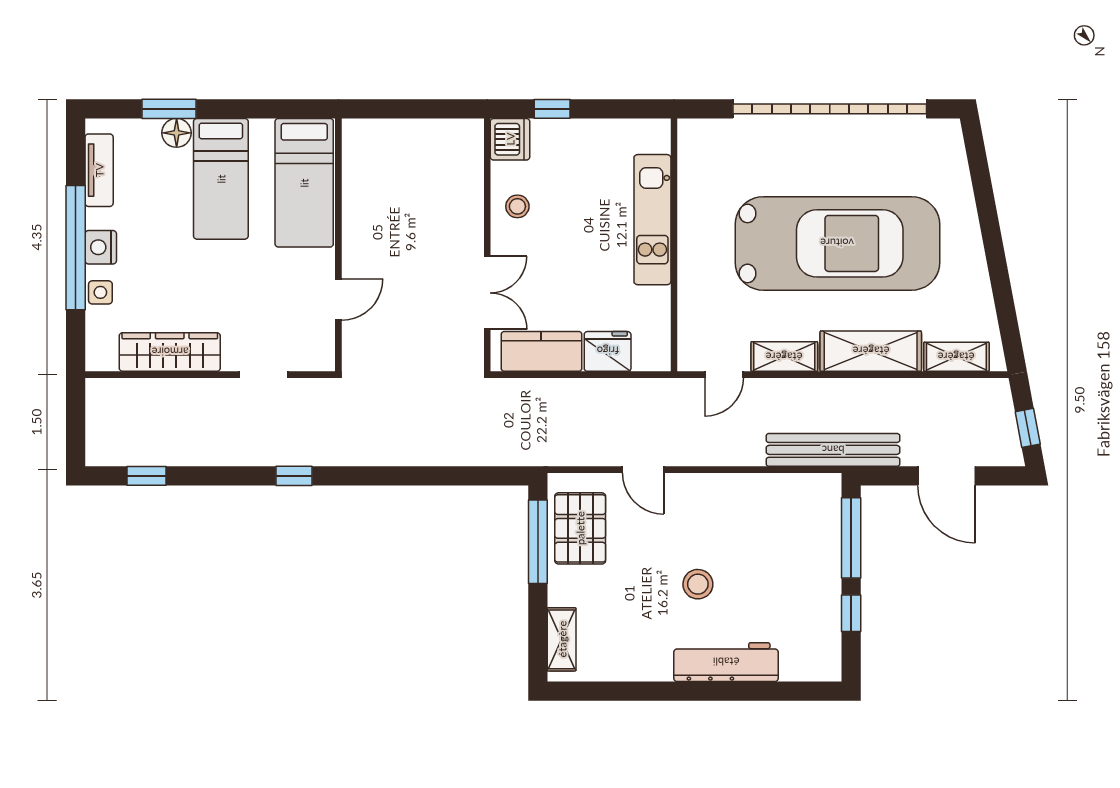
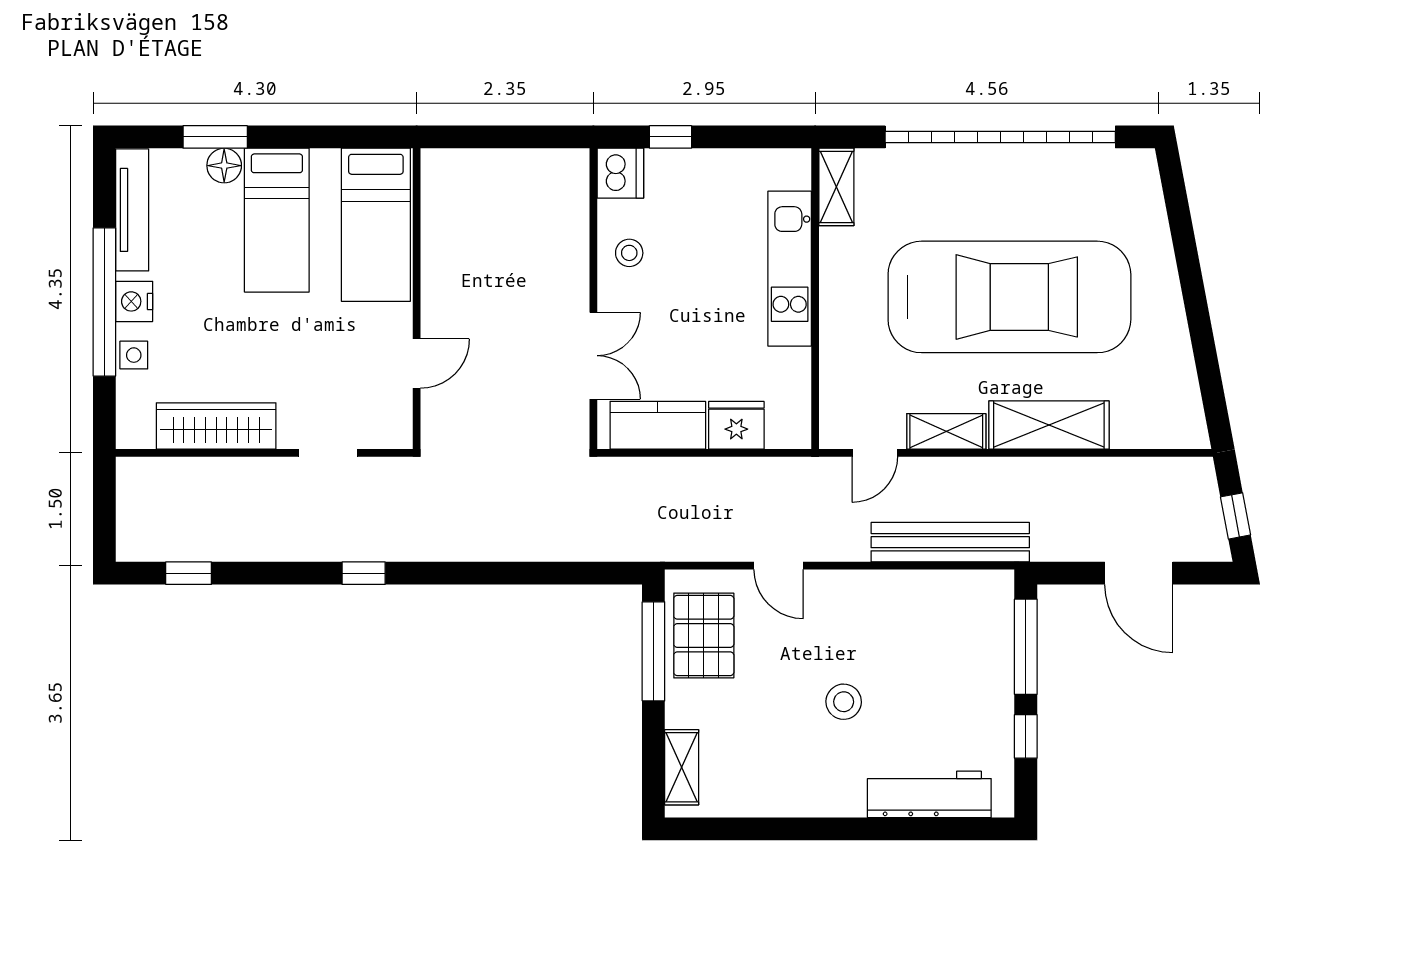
tv unit: (99, 170) -> (132, 210), width x1.41
shelving: (956, 357) -> (836, 187), moved, turned 90
bench: (833, 450) -> (950, 542), moved
workbench: (726, 662) -> (929, 794), moved

